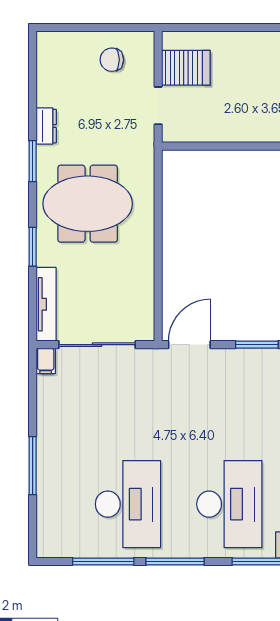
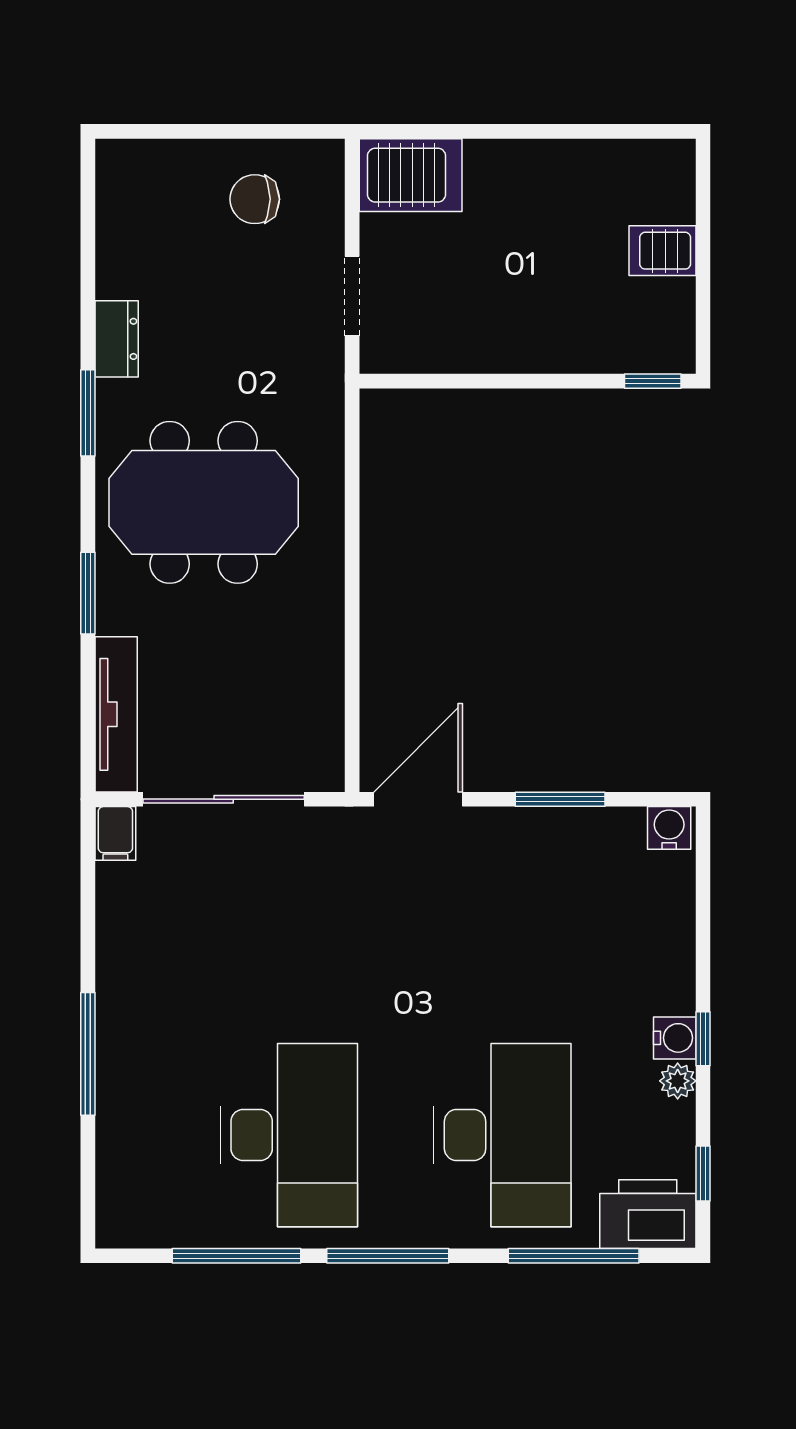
server rack: (186, 68) -> (411, 175), moved

